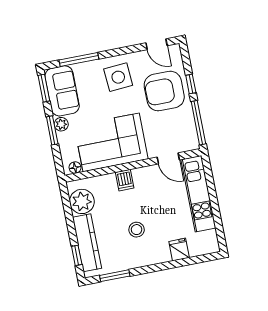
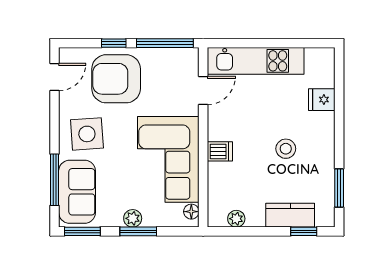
sofa: (62, 91) -> (77, 192), moved, turned 90
armchair: (164, 91) -> (116, 79), turned 90
plant: (82, 201) -> (236, 219), width x0.53, depth x0.53
kitchen counter: (87, 243) -> (290, 215), width x0.67

